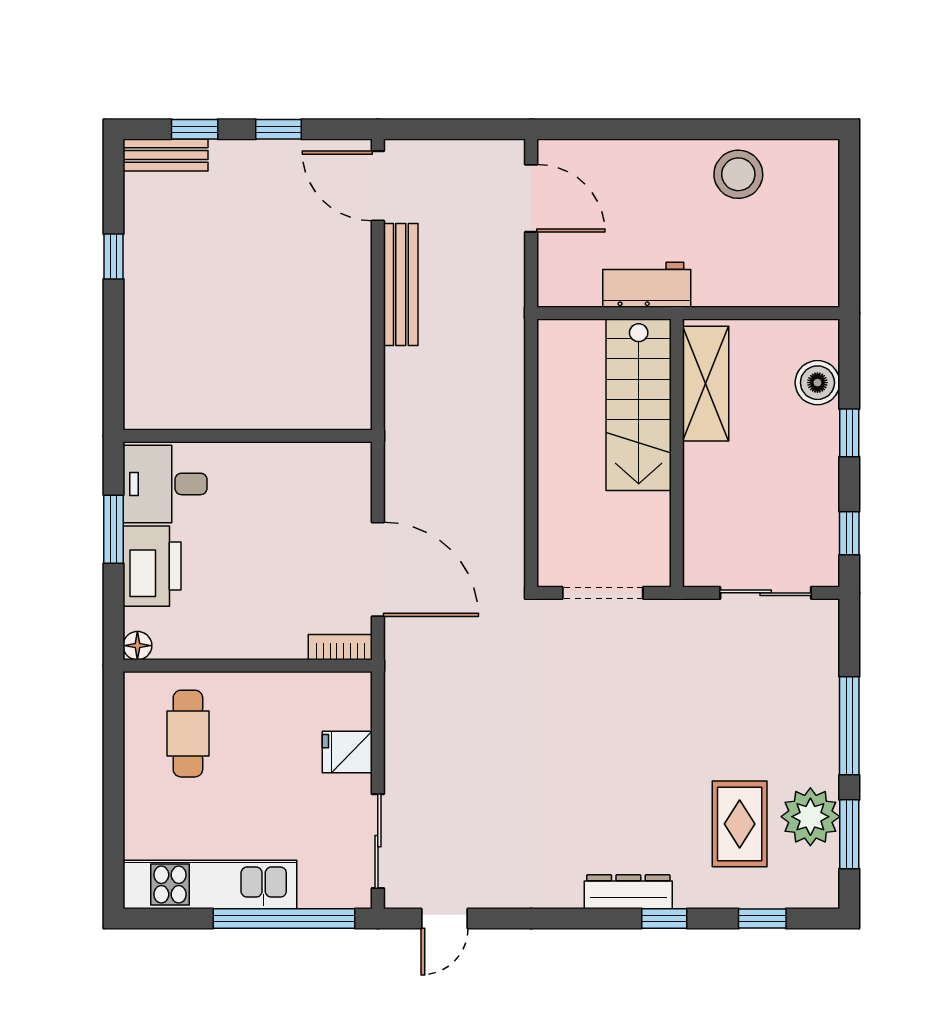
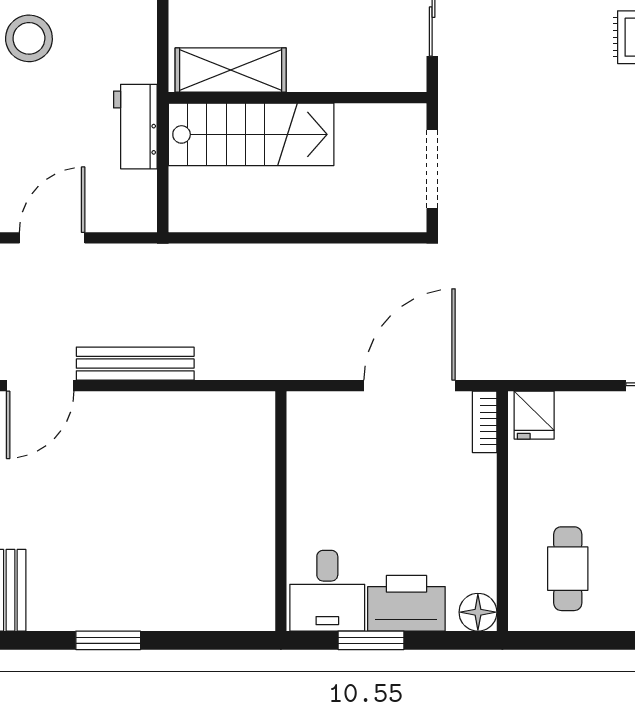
window: (114, 256) -> (108, 640), width x1.50
floor lamp: (137, 646) -> (478, 612), width x1.37, depth x1.37
cafe table: (188, 734) -> (568, 569), turned 90
fridge: (347, 752) -> (534, 415), moved

